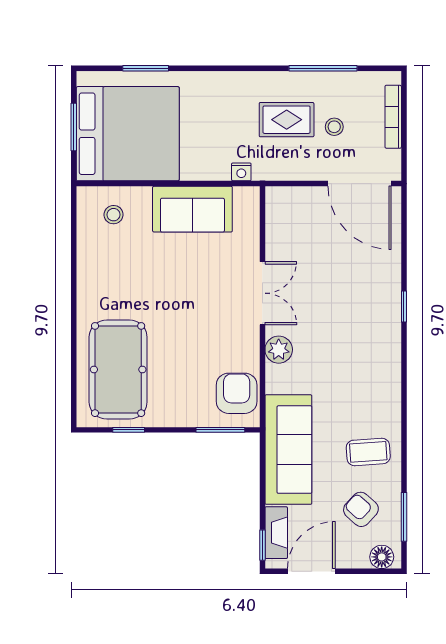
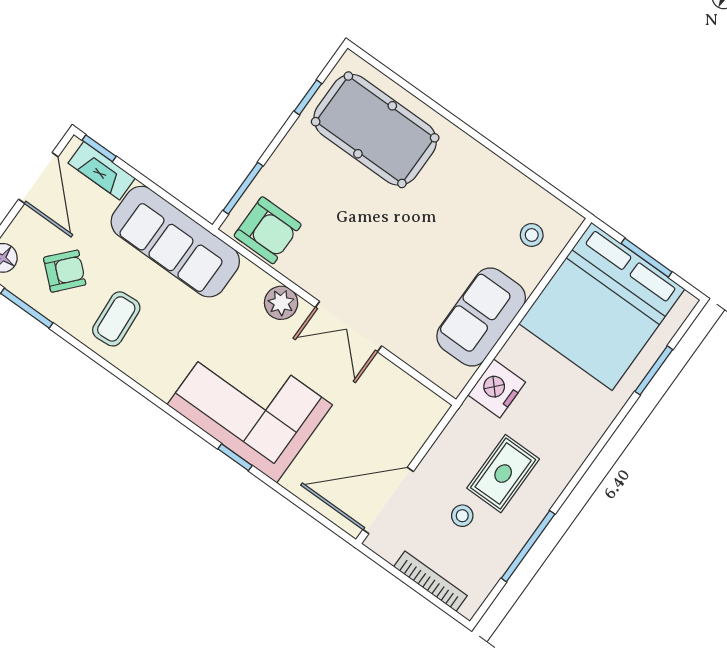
nightstand: (241, 172) -> (497, 388), width x1.89, depth x1.79
corner sofa: (362, 322) -> (250, 405), added

